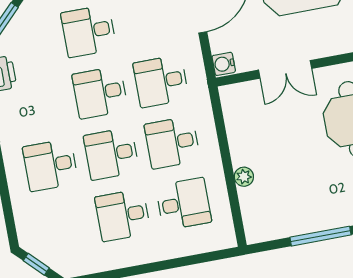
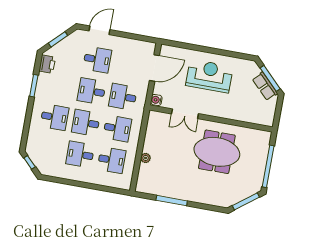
desk: (89, 31) -> (97, 60), turned 180
desk: (172, 143) -> (117, 128), turned 180
desk: (50, 165) -> (54, 117), turned 180

